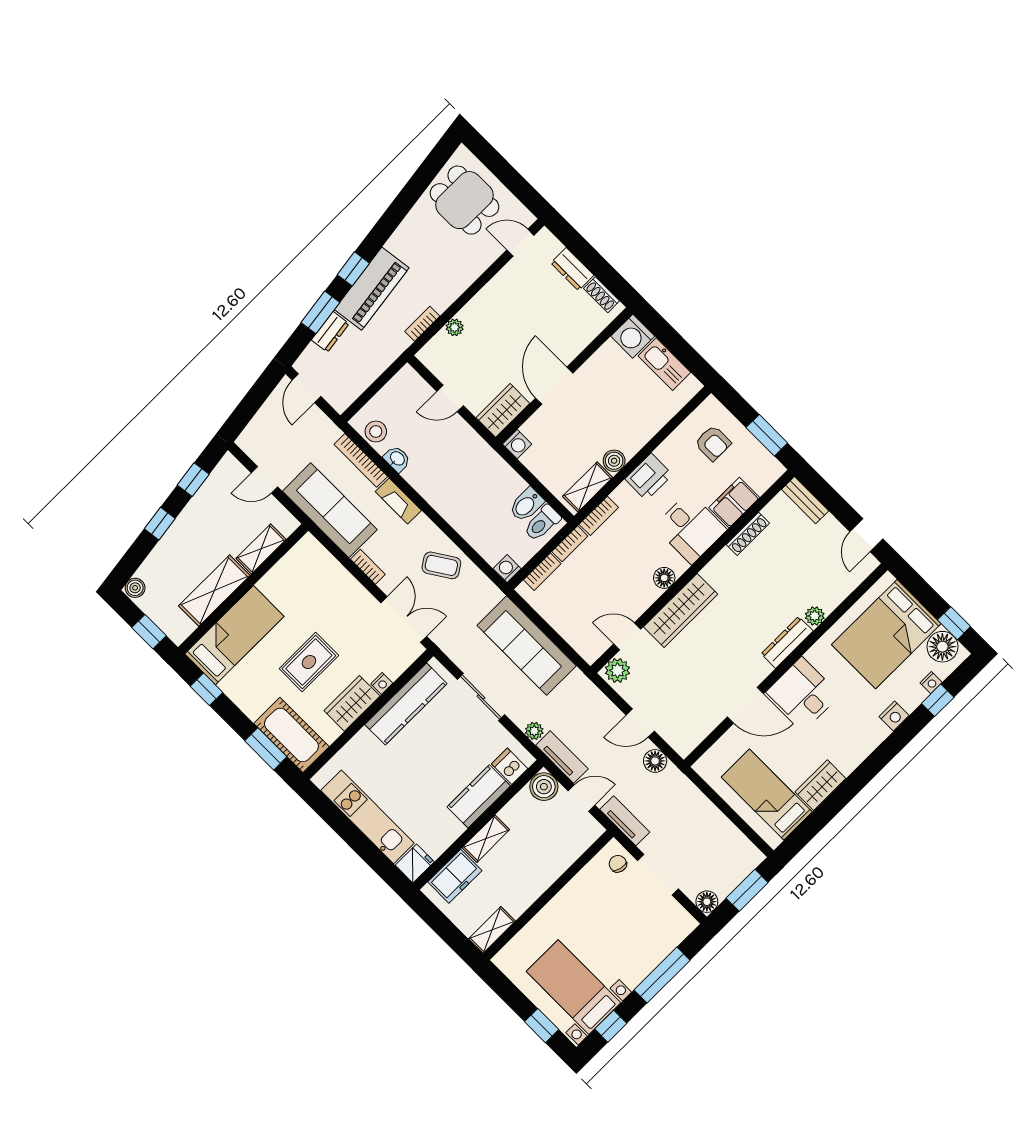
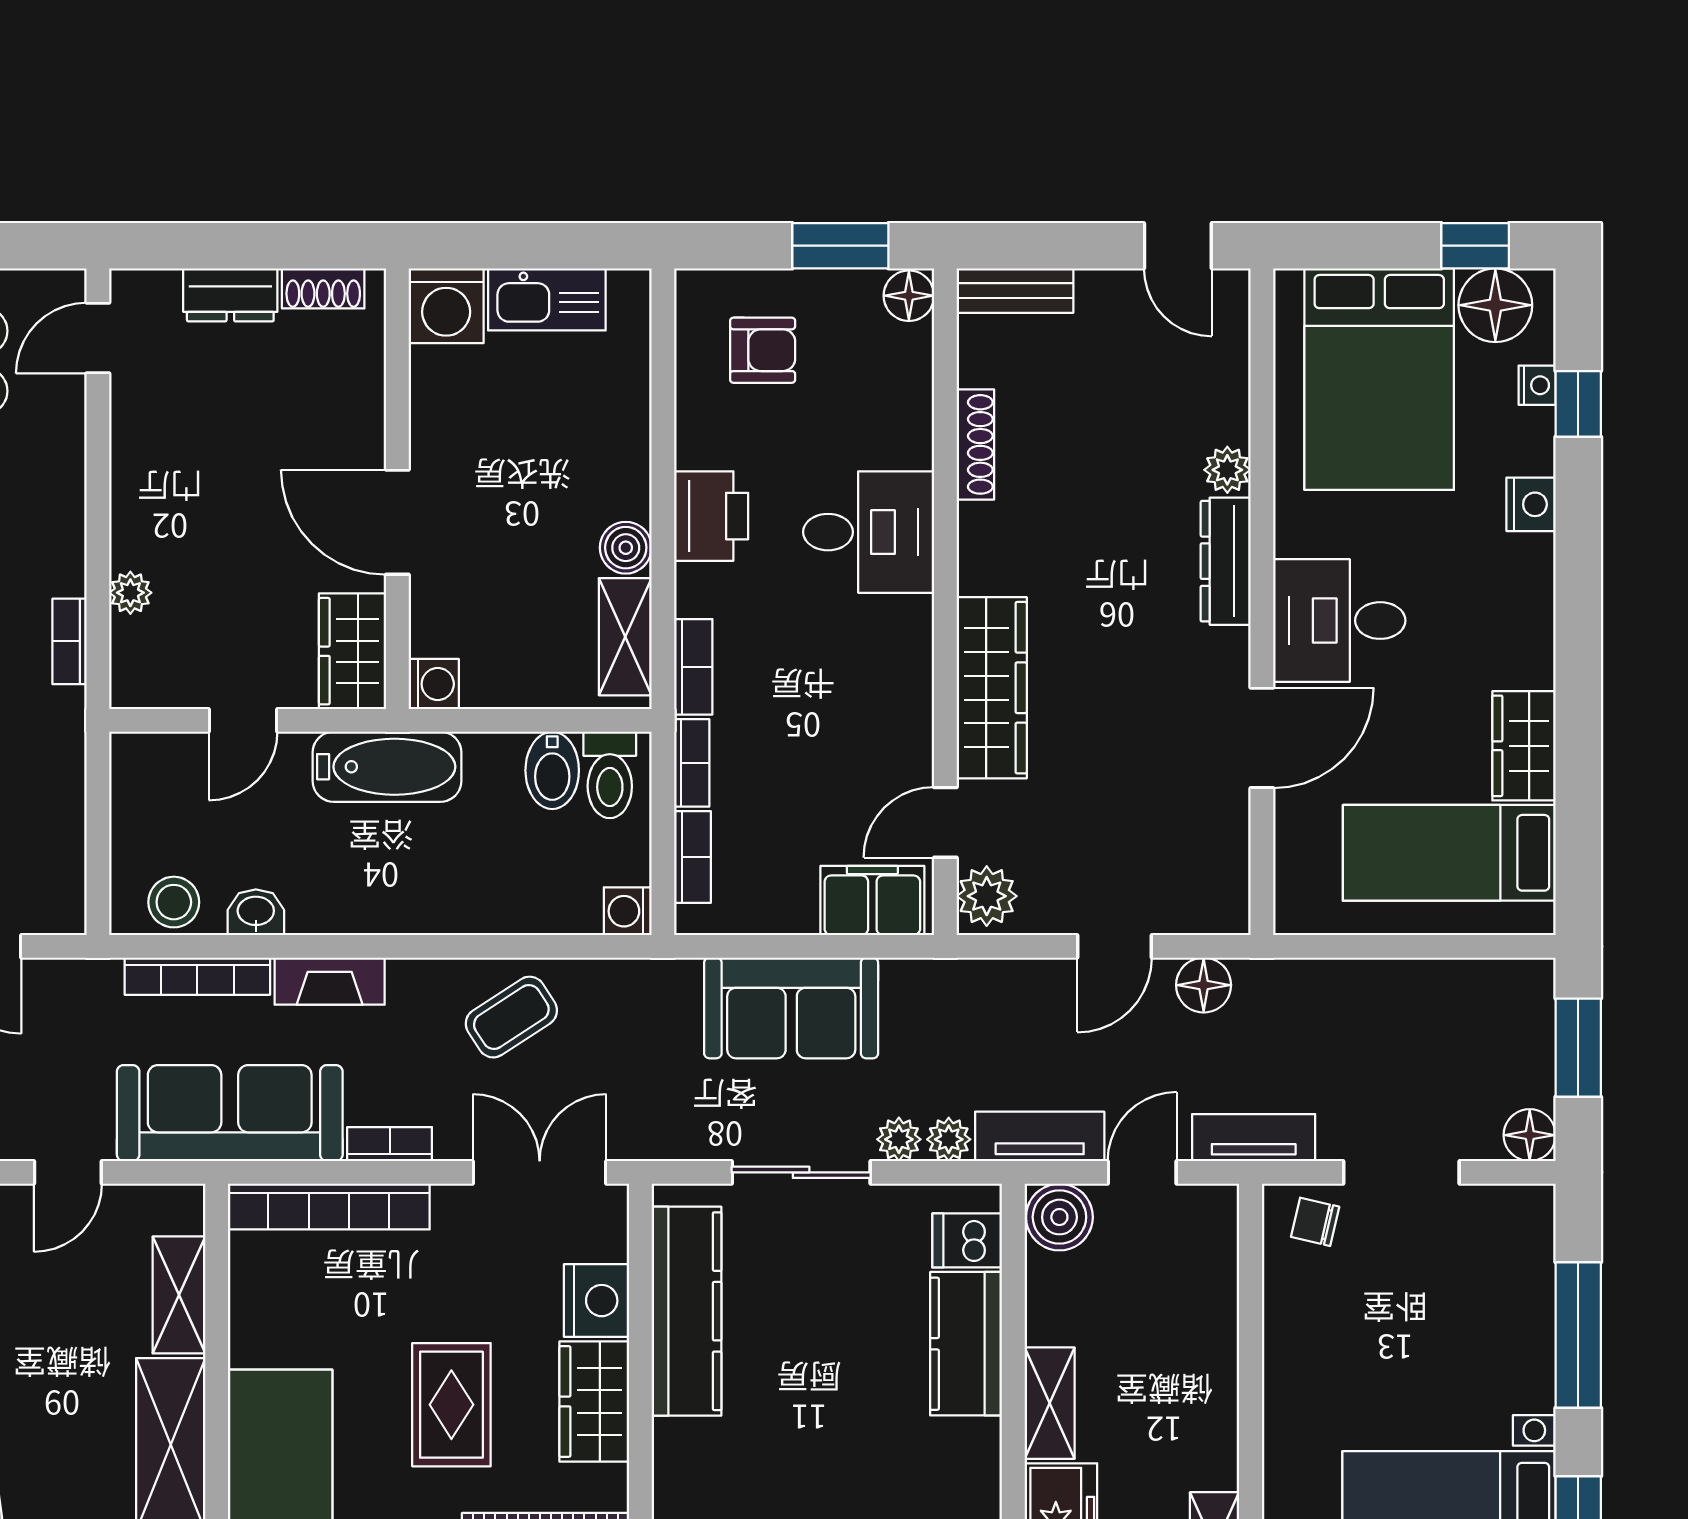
bathtub: (479, 455) -> (387, 767), added
filing cabinet: (734, 503) -> (872, 900), moved, turned 90
bookcase: (331, 567) -> (329, 1207), added
floor lamp: (664, 578) -> (909, 296), moved
sofa: (527, 646) -> (791, 1008), width x0.73
nightstand: (382, 684) -> (596, 1301), width x1.89, depth x1.79
plant: (520, 716) -> (899, 1139), added

